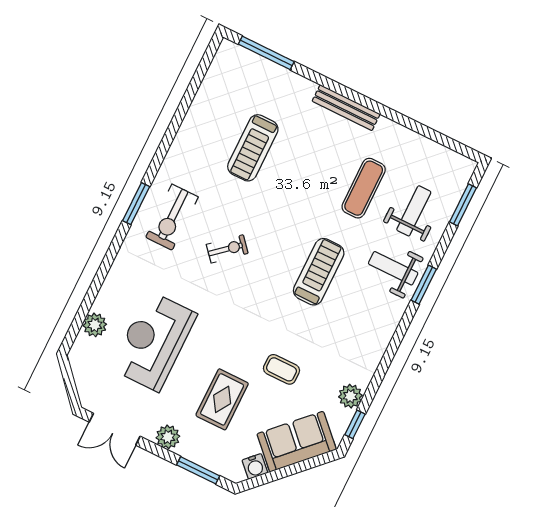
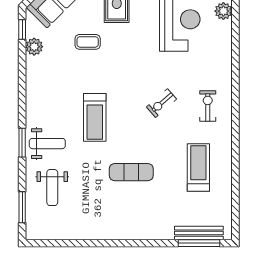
bench: (346, 108) -> (199, 233), moved
treadmill: (253, 148) -> (198, 167), moved
exercise mat: (364, 188) -> (131, 172), moved, turned 90
window: (136, 204) -> (235, 103), removed
exercise bike: (172, 217) -> (208, 106), width x0.73, depth x0.72

